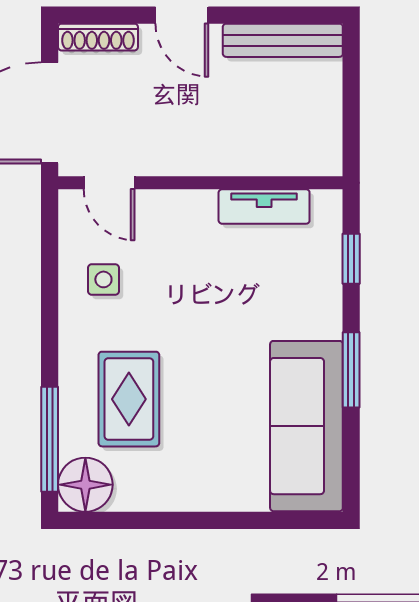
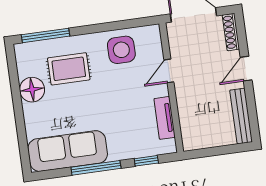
door: (109, 183) -> (169, 71), moved
side table: (103, 279) -> (121, 50), width x1.87, depth x1.87
window: (351, 370) -> (96, 168), width x1.44
floor lamp: (85, 485) -> (32, 90), moved

